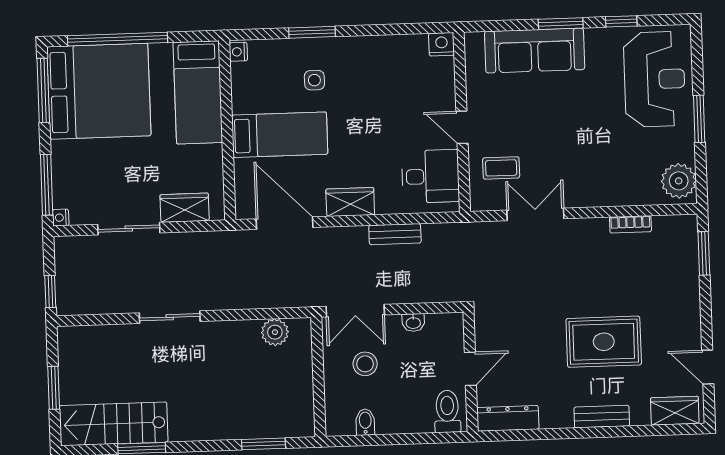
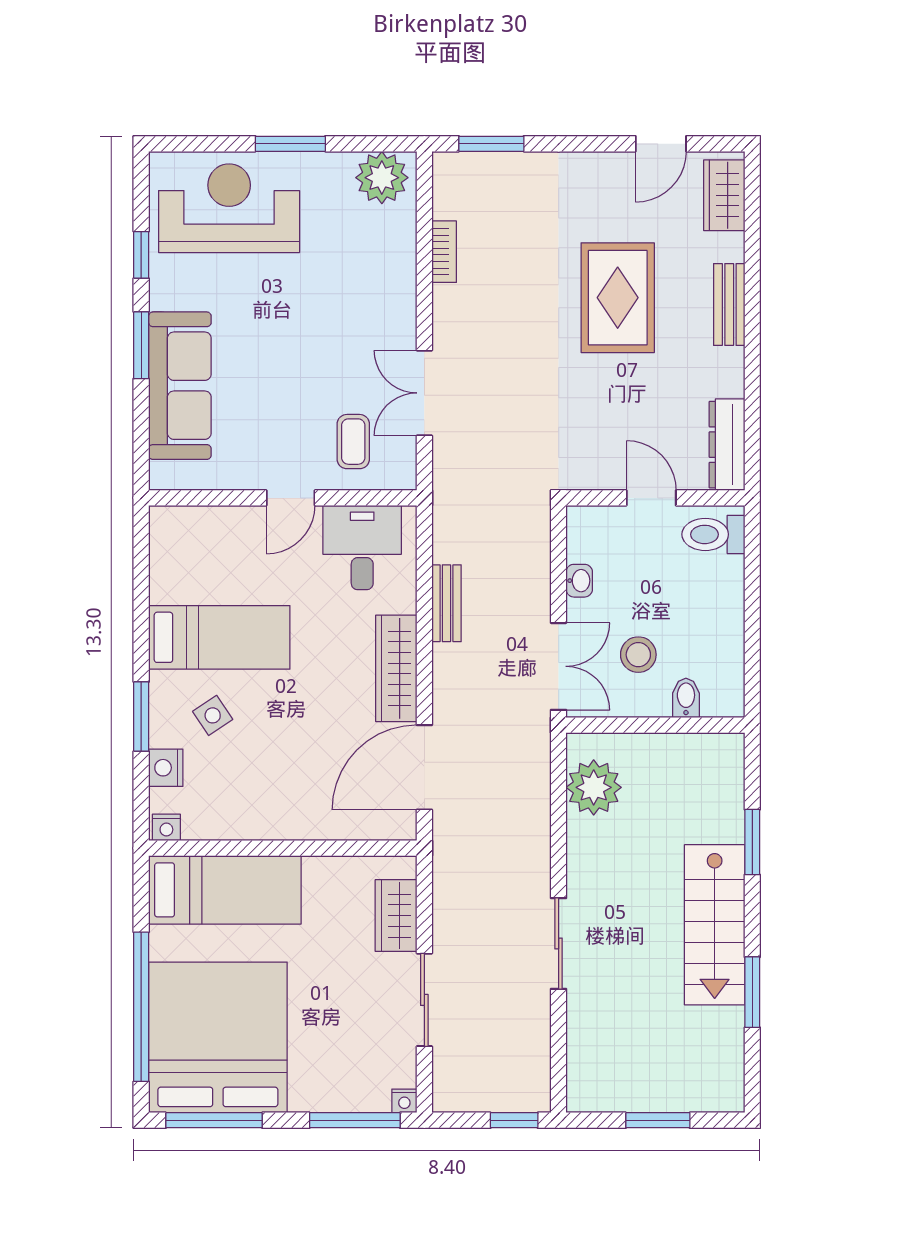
nightstand: (442, 44) -> (166, 768), moved
side table: (314, 80) -> (213, 715), turned -34
bed: (280, 135) -> (219, 637), moved, turned 90
wardrobe: (350, 202) -> (396, 668), width x1.50
plant: (275, 332) -> (594, 787), width x1.36, depth x1.36
bidet: (365, 422) -> (686, 698), moved, turned 90
stairs: (114, 424) -> (715, 925), moved
window: (263, 444) -> (752, 842), moved

